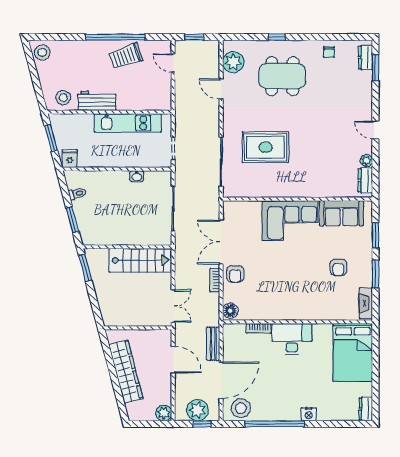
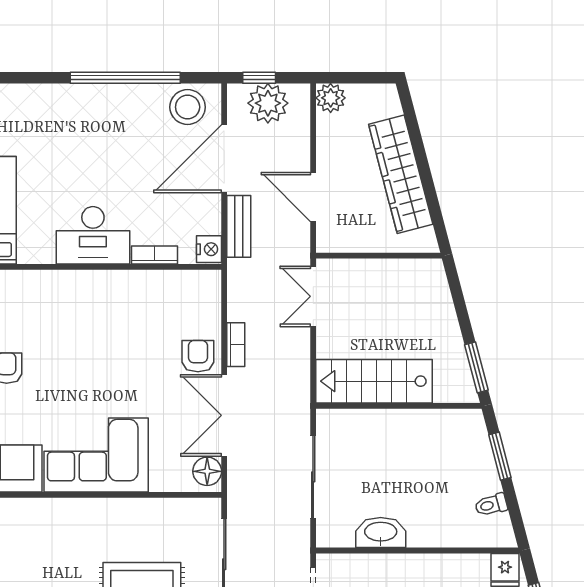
washbasin: (137, 176) -> (381, 533), width x1.91, depth x1.45
double door: (221, 242) -> (224, 415), swing flipped
floor lamp: (230, 311) -> (207, 471), moved
nightstand: (309, 414) -> (209, 249), moved, turned 90

